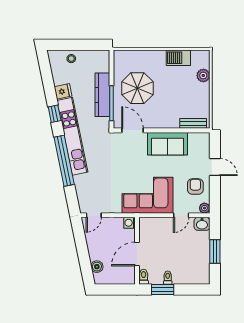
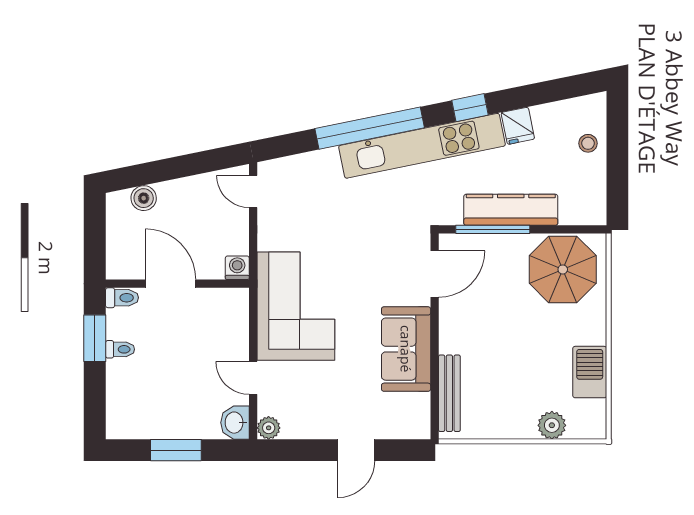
parasol: (137, 88) -> (563, 269), moved
bench: (193, 123) -> (449, 393), width x1.36
armchair: (195, 187) -> (315, 408), removed

